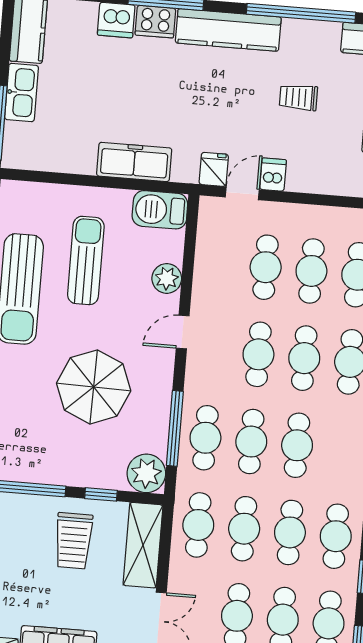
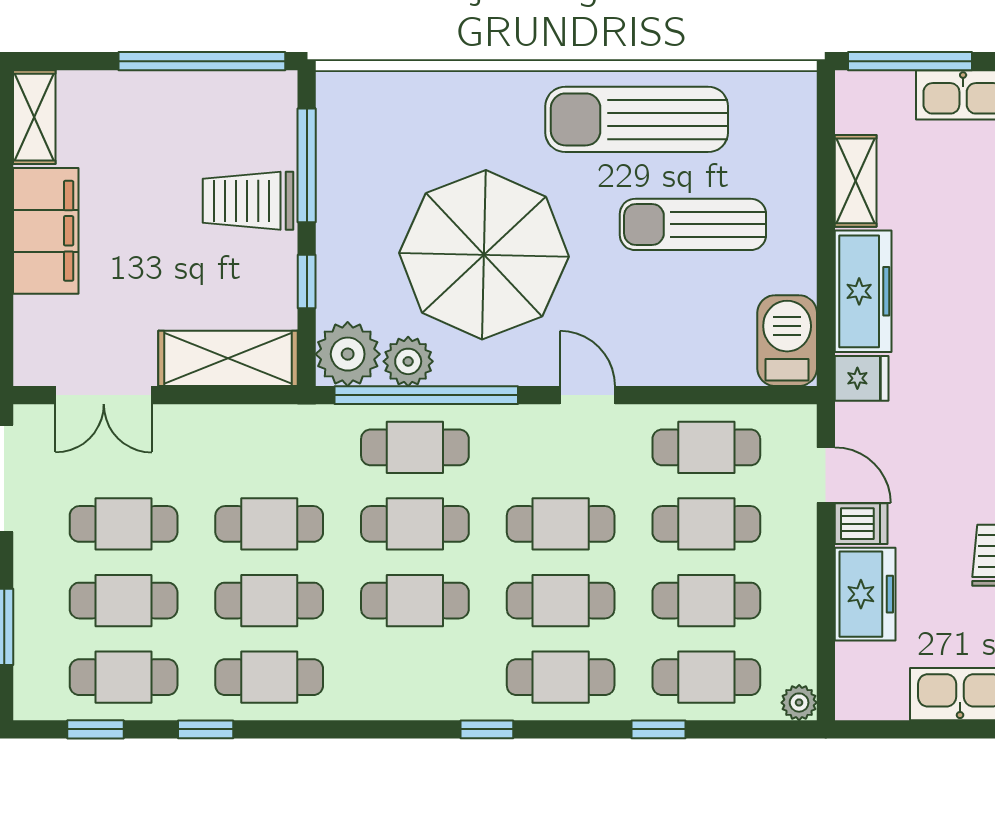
shelving: (68, 161) -> (856, 181), added
fridge: (214, 169) -> (862, 378), moved
freezer: (315, 176) -> (865, 594), added
sun lounger: (86, 260) -> (693, 224), turned 180
plant: (167, 278) -> (408, 361), moved
parasol: (94, 387) -> (484, 255), width x1.36, depth x1.36
window: (175, 428) -> (426, 395), width x1.46
cafe table: (198, 525) -> (706, 447), moved
trolley: (73, 541) -> (248, 201), moved

